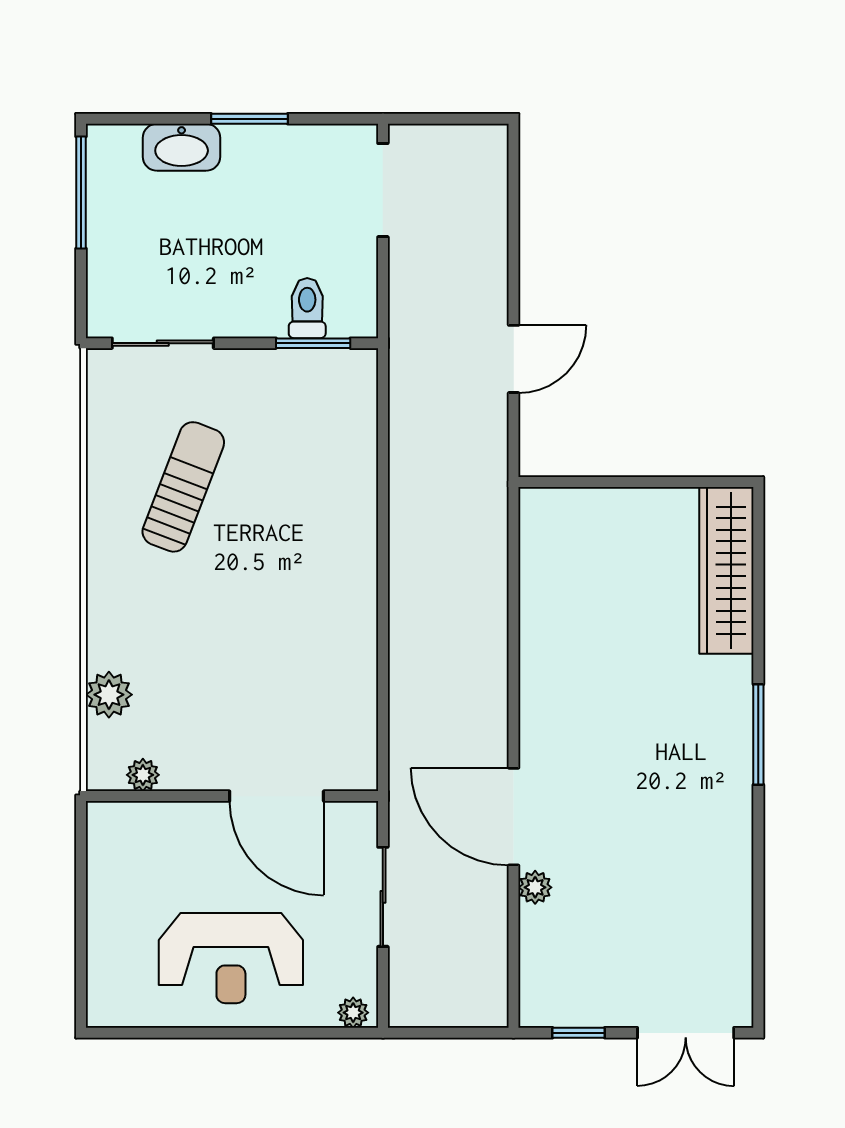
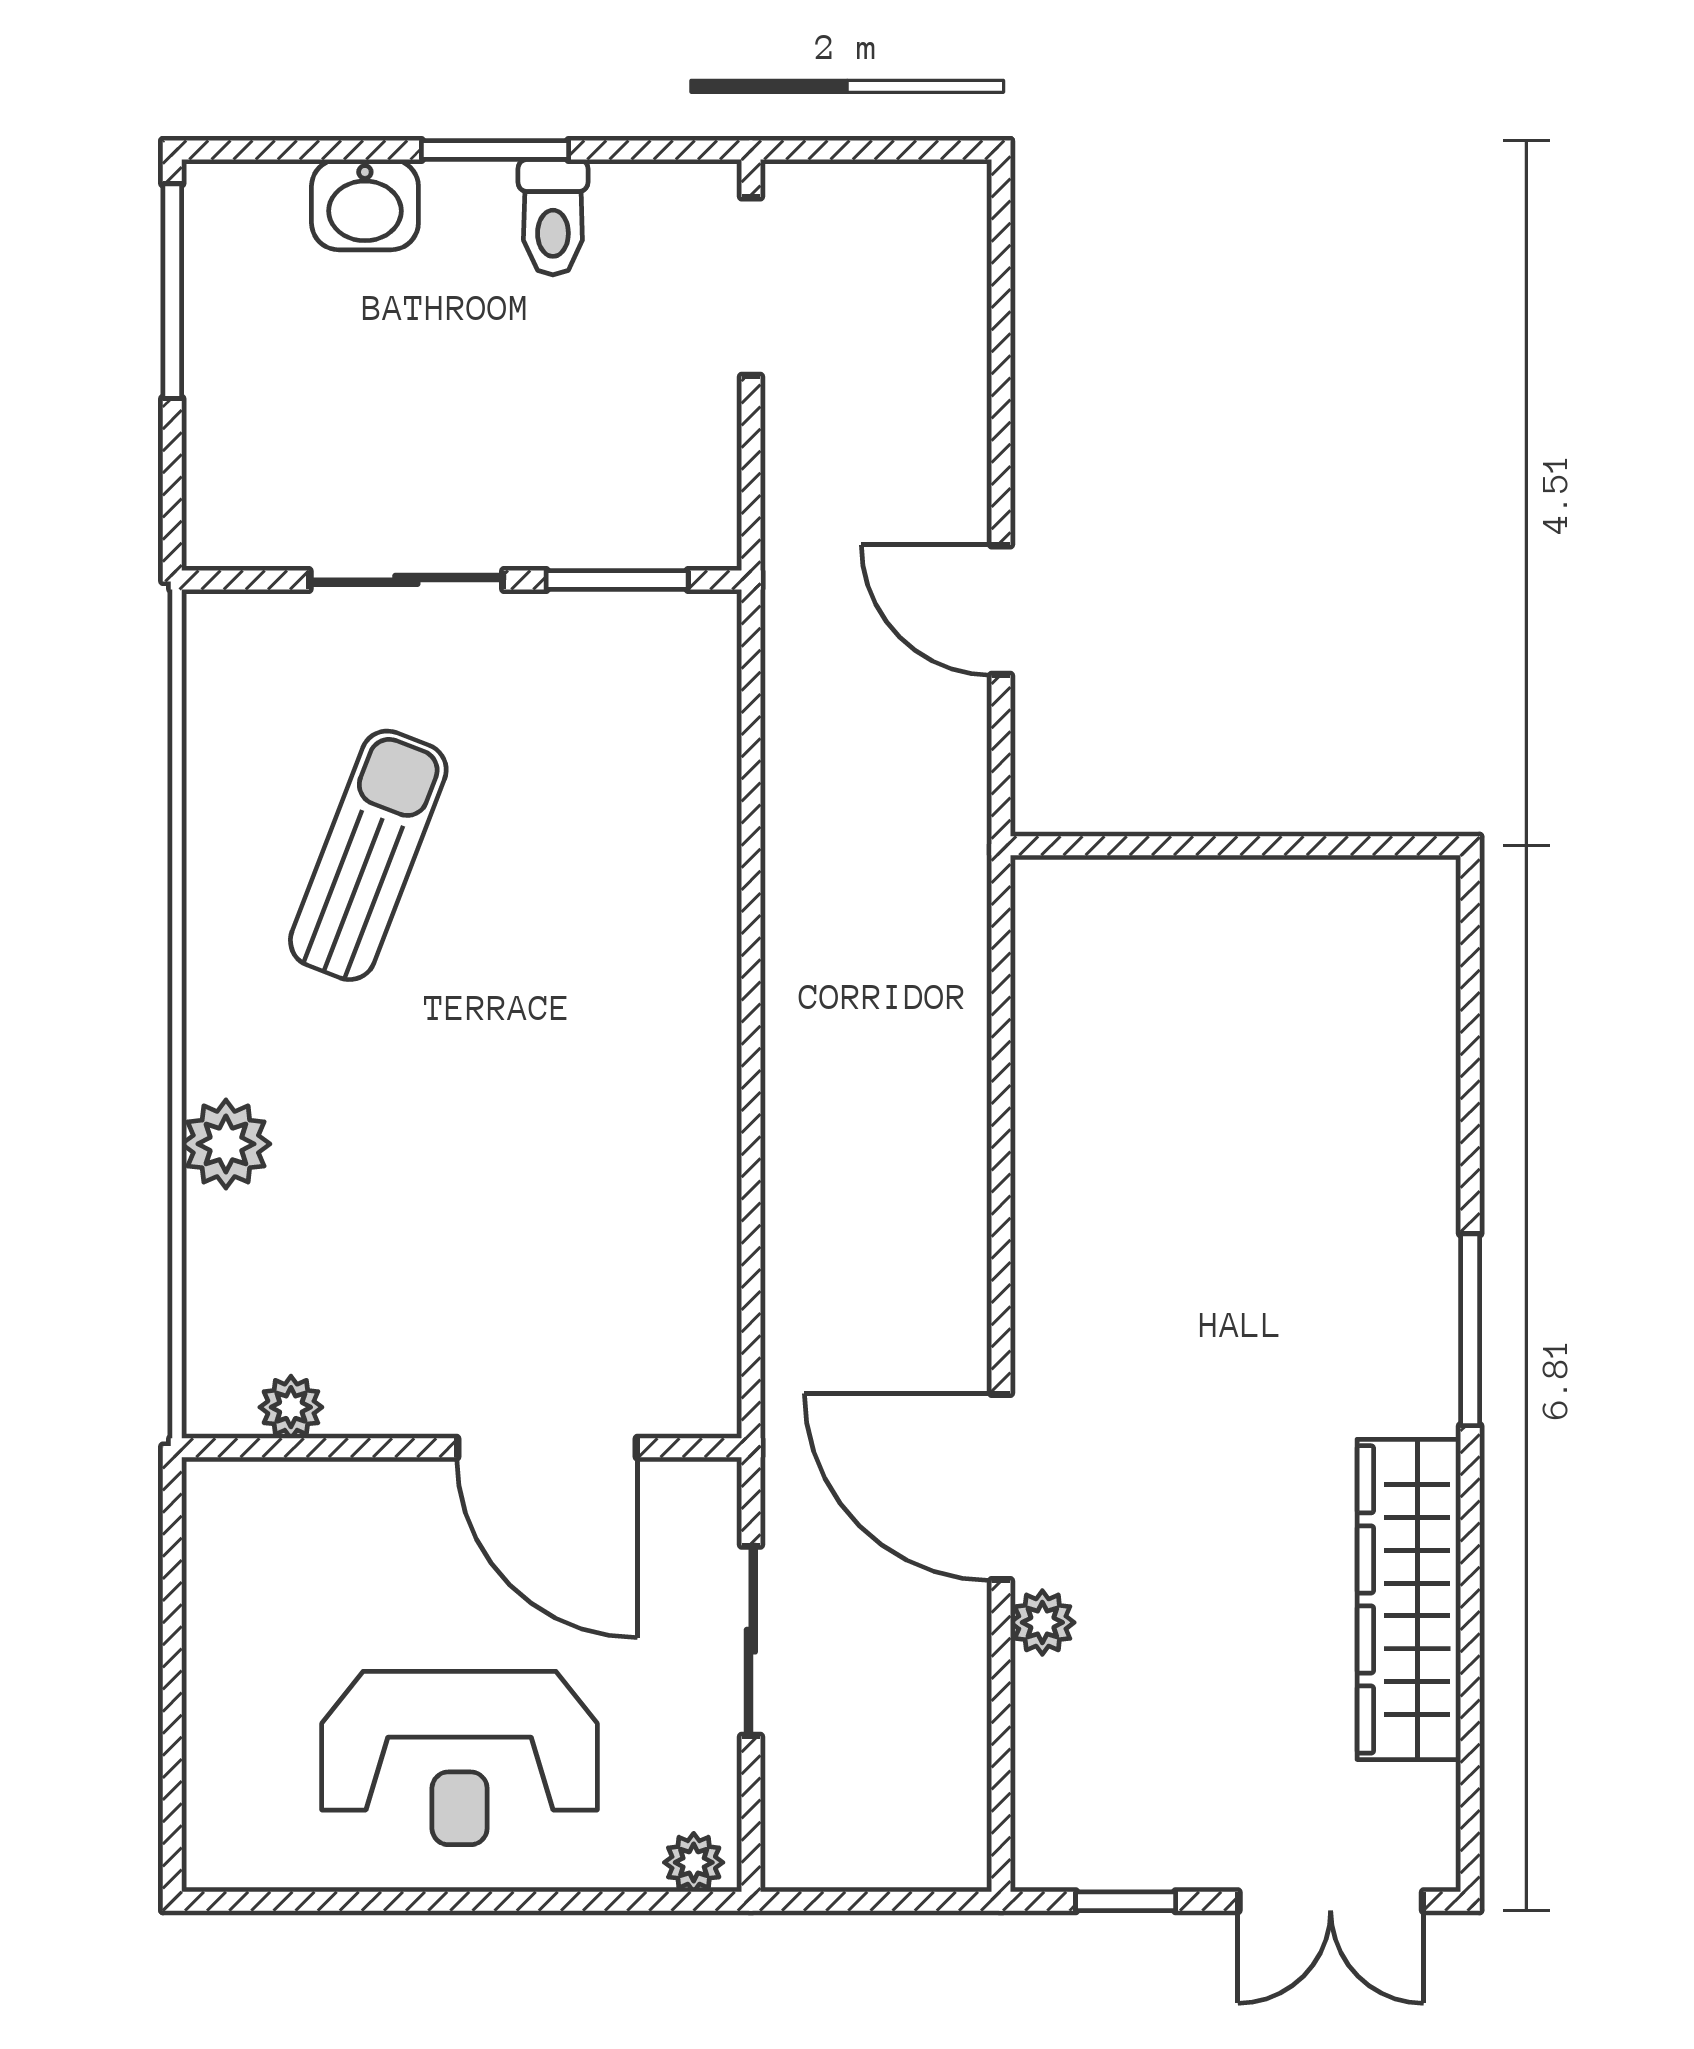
washbasin: (182, 147) -> (365, 205), width x0.72
toilet: (307, 308) -> (553, 217), moved, turned 180
sliding door: (163, 343) -> (406, 580), moved
door: (514, 359) -> (1001, 610), swing flipped
wardrobe: (726, 570) -> (1409, 1599), moved
plant: (109, 695) -> (226, 1144), moved

